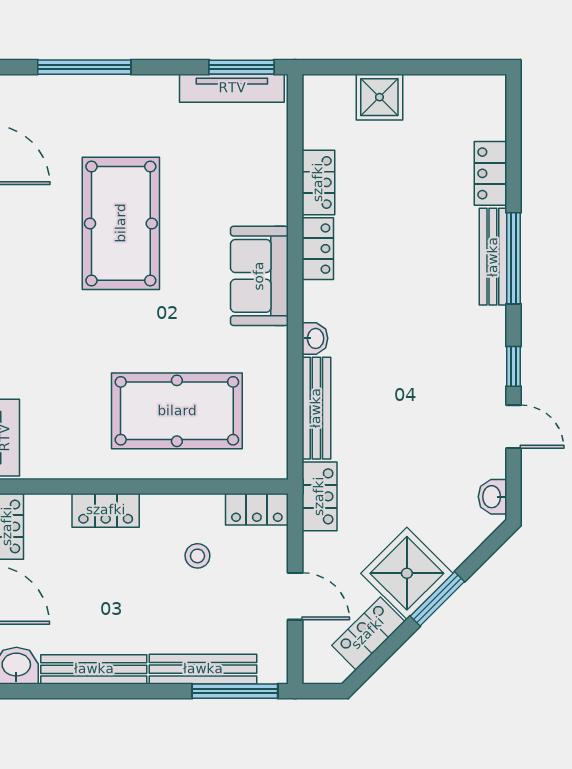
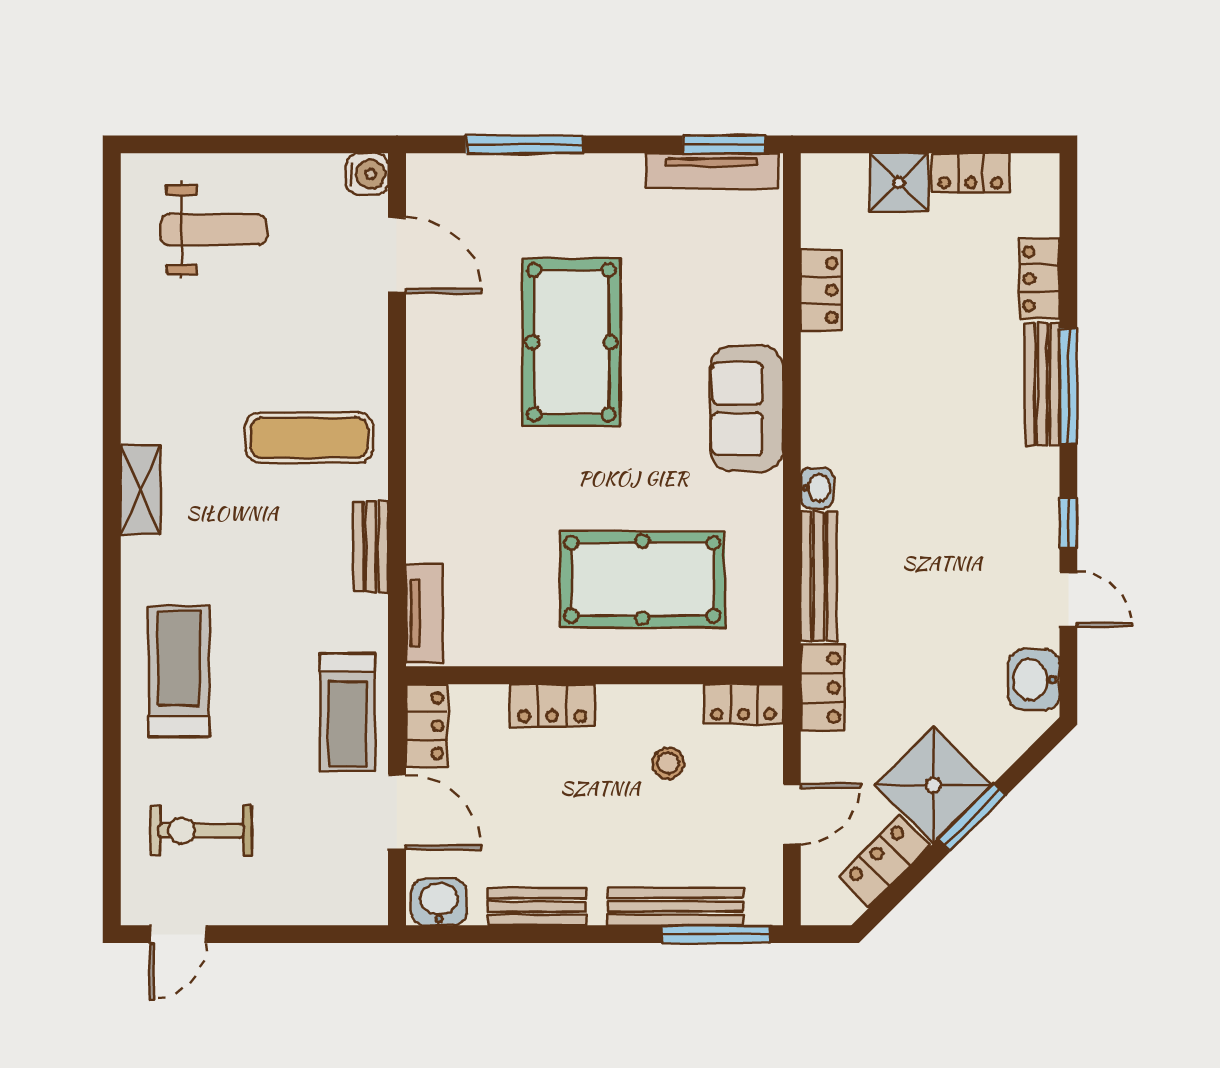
locker: (318, 249) -> (971, 173), moved, turned 90
washbasin: (492, 497) -> (1034, 680), width x1.38, depth x1.45
door: (295, 596) -> (792, 814), hinge flipped
bench: (94, 669) -> (537, 907), width x0.73

